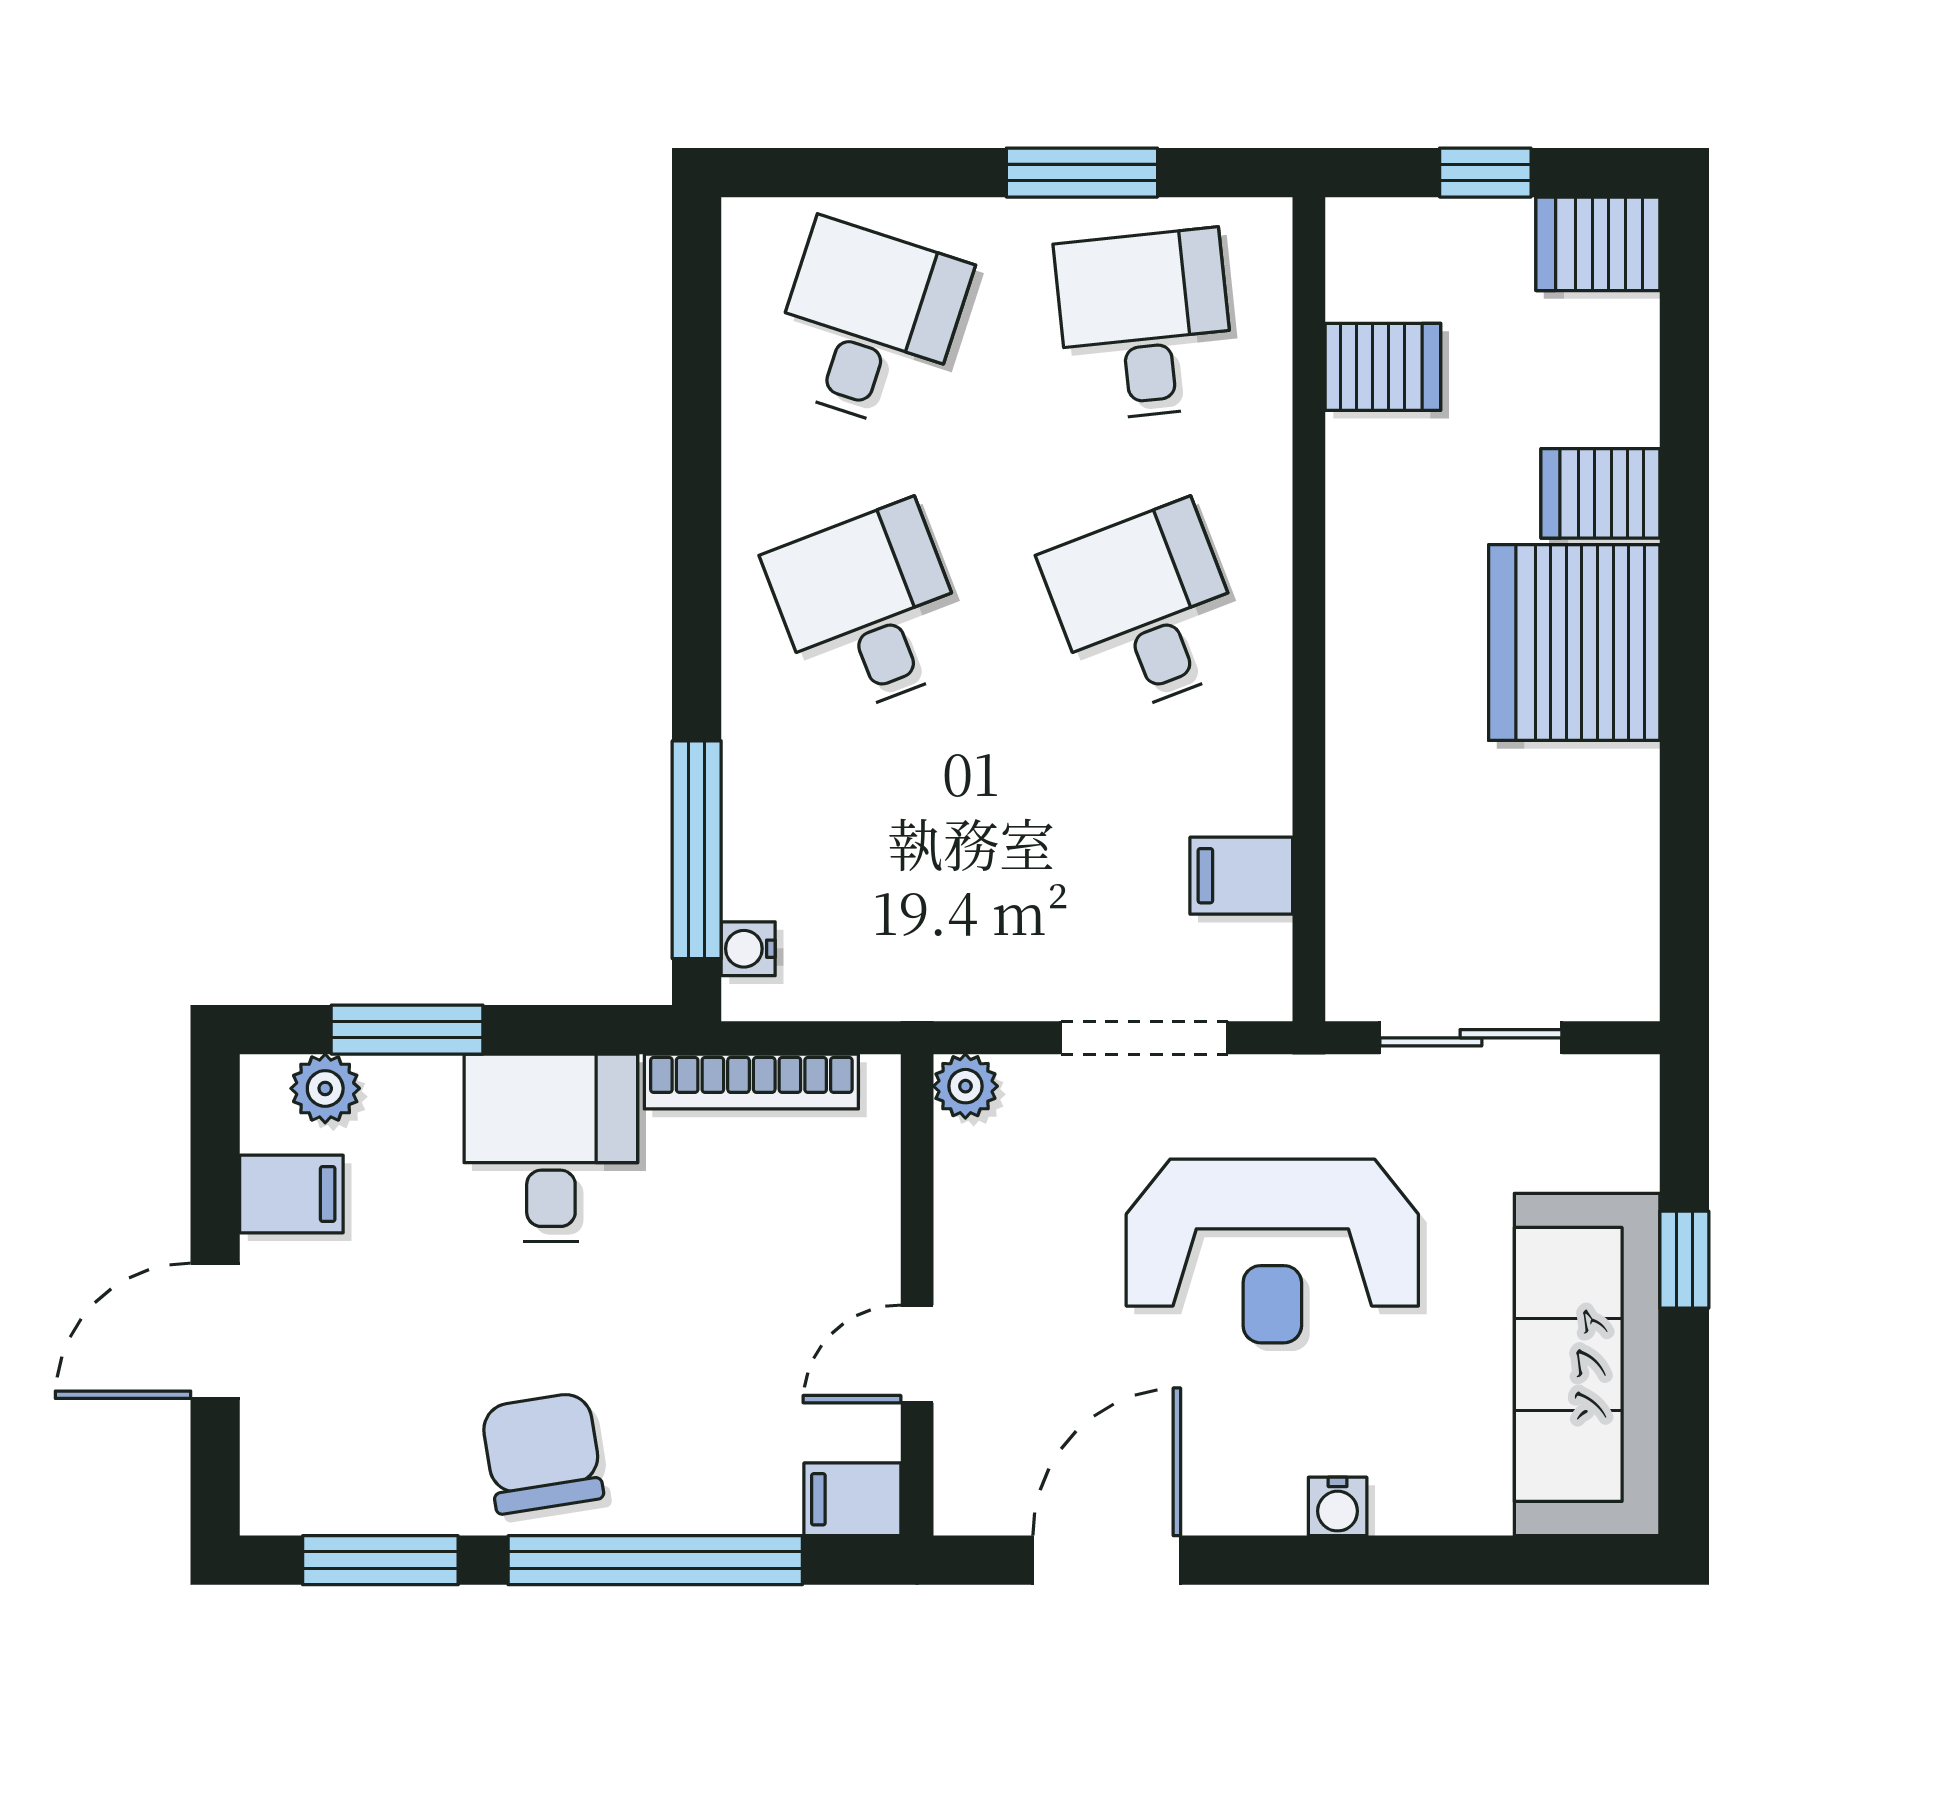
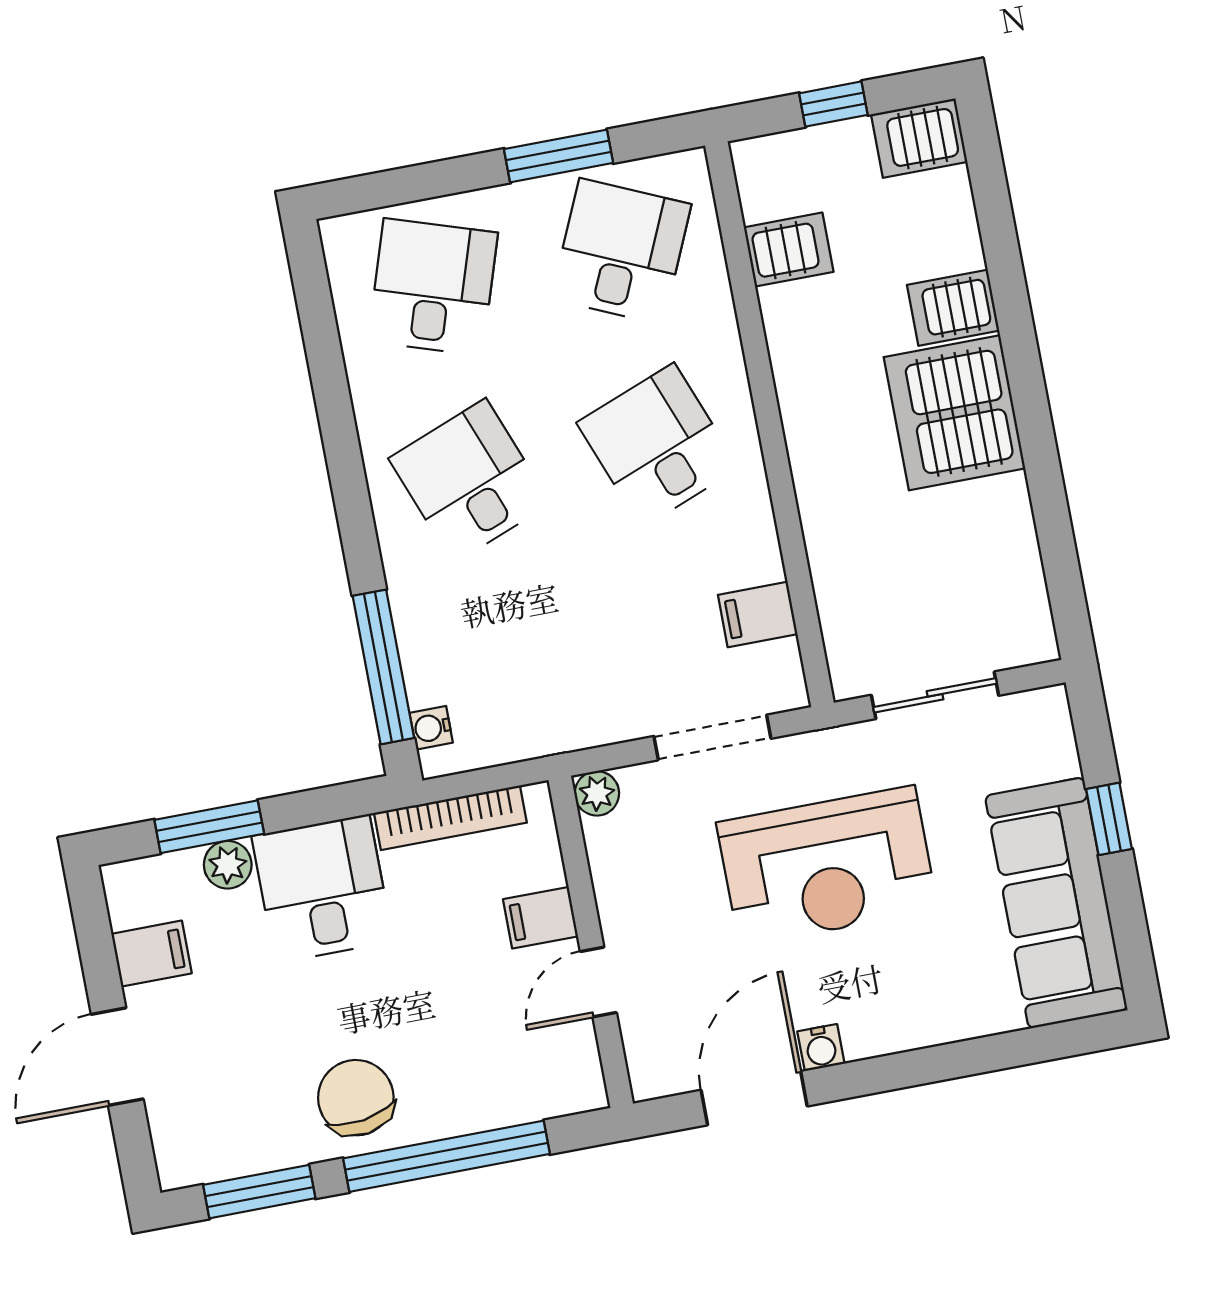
desk: (1145, 325) -> (621, 252), turned 30
plant: (325, 1088) -> (228, 865), moved
filing cabinet: (852, 1499) -> (541, 918), moved
water cooler: (1338, 1506) -> (821, 1048), moved

